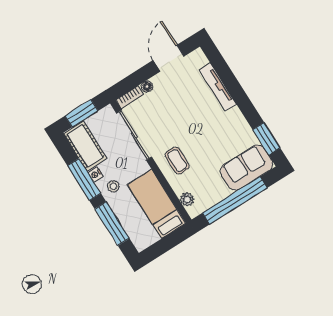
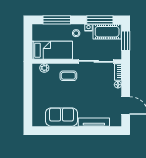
window: (266, 139) -> (50, 131), removed
sofa: (247, 168) -> (62, 117), moved, turned -90
window: (84, 179) -> (100, 20), moved
window: (235, 200) -> (28, 93), removed

